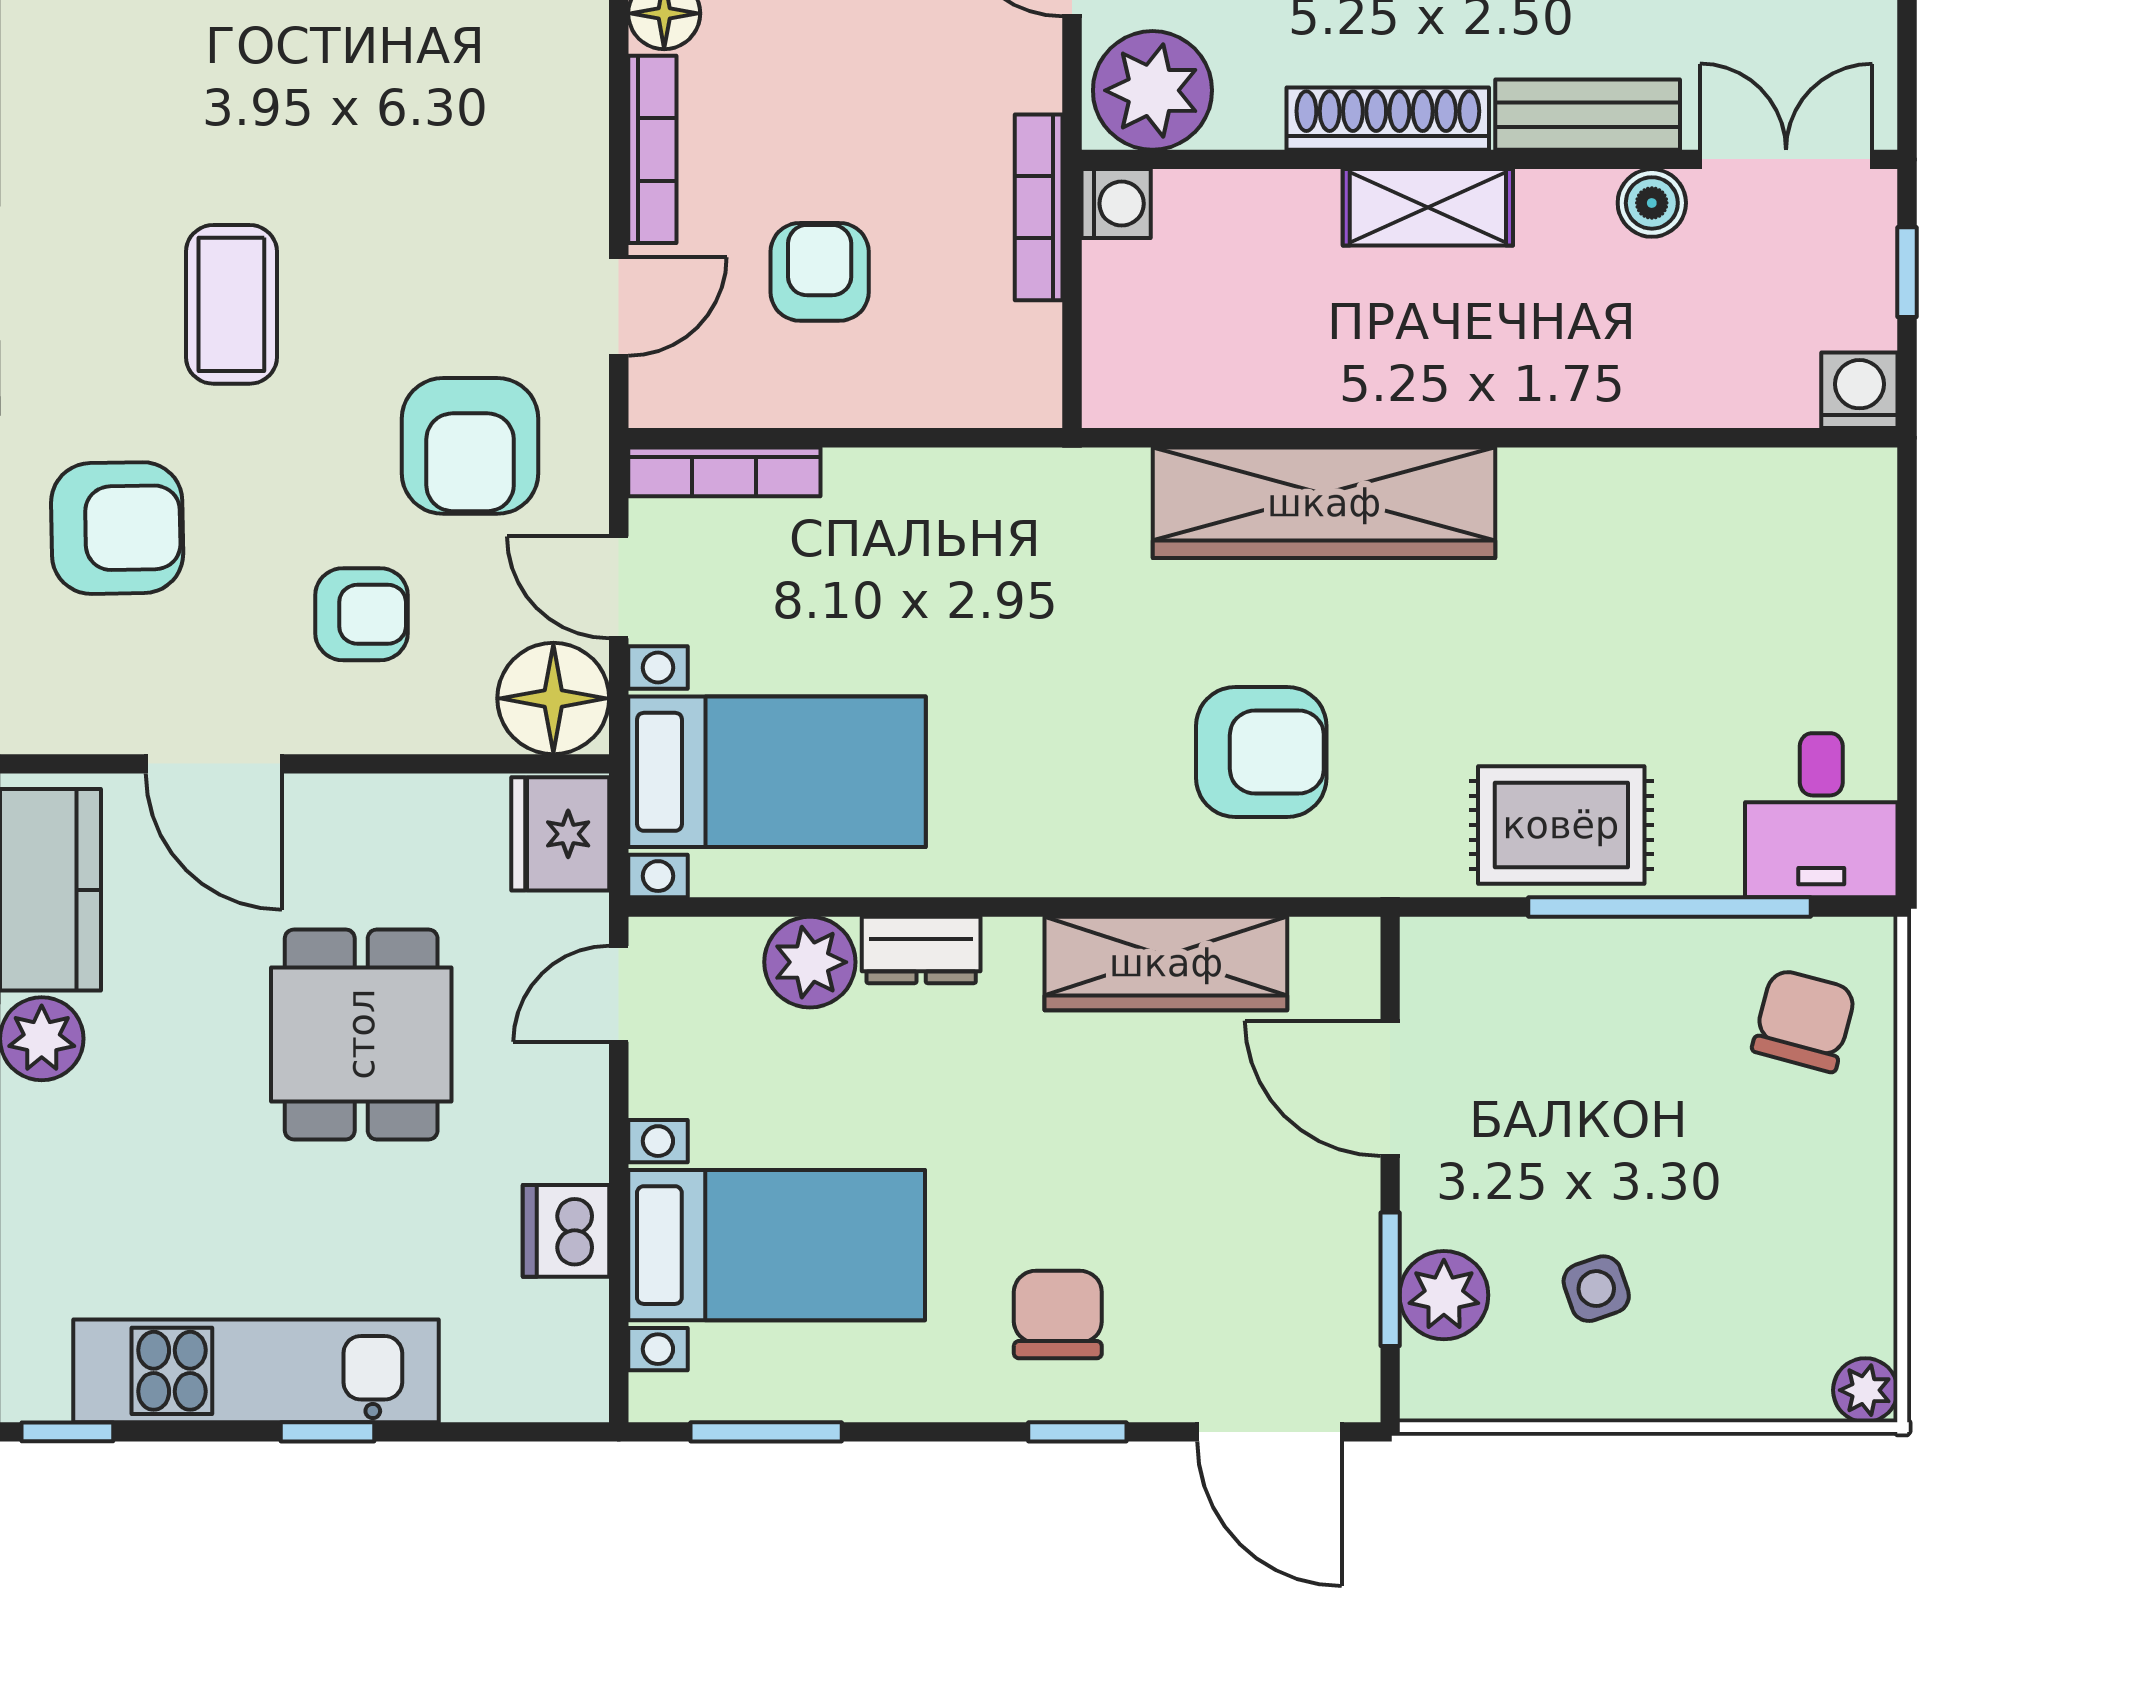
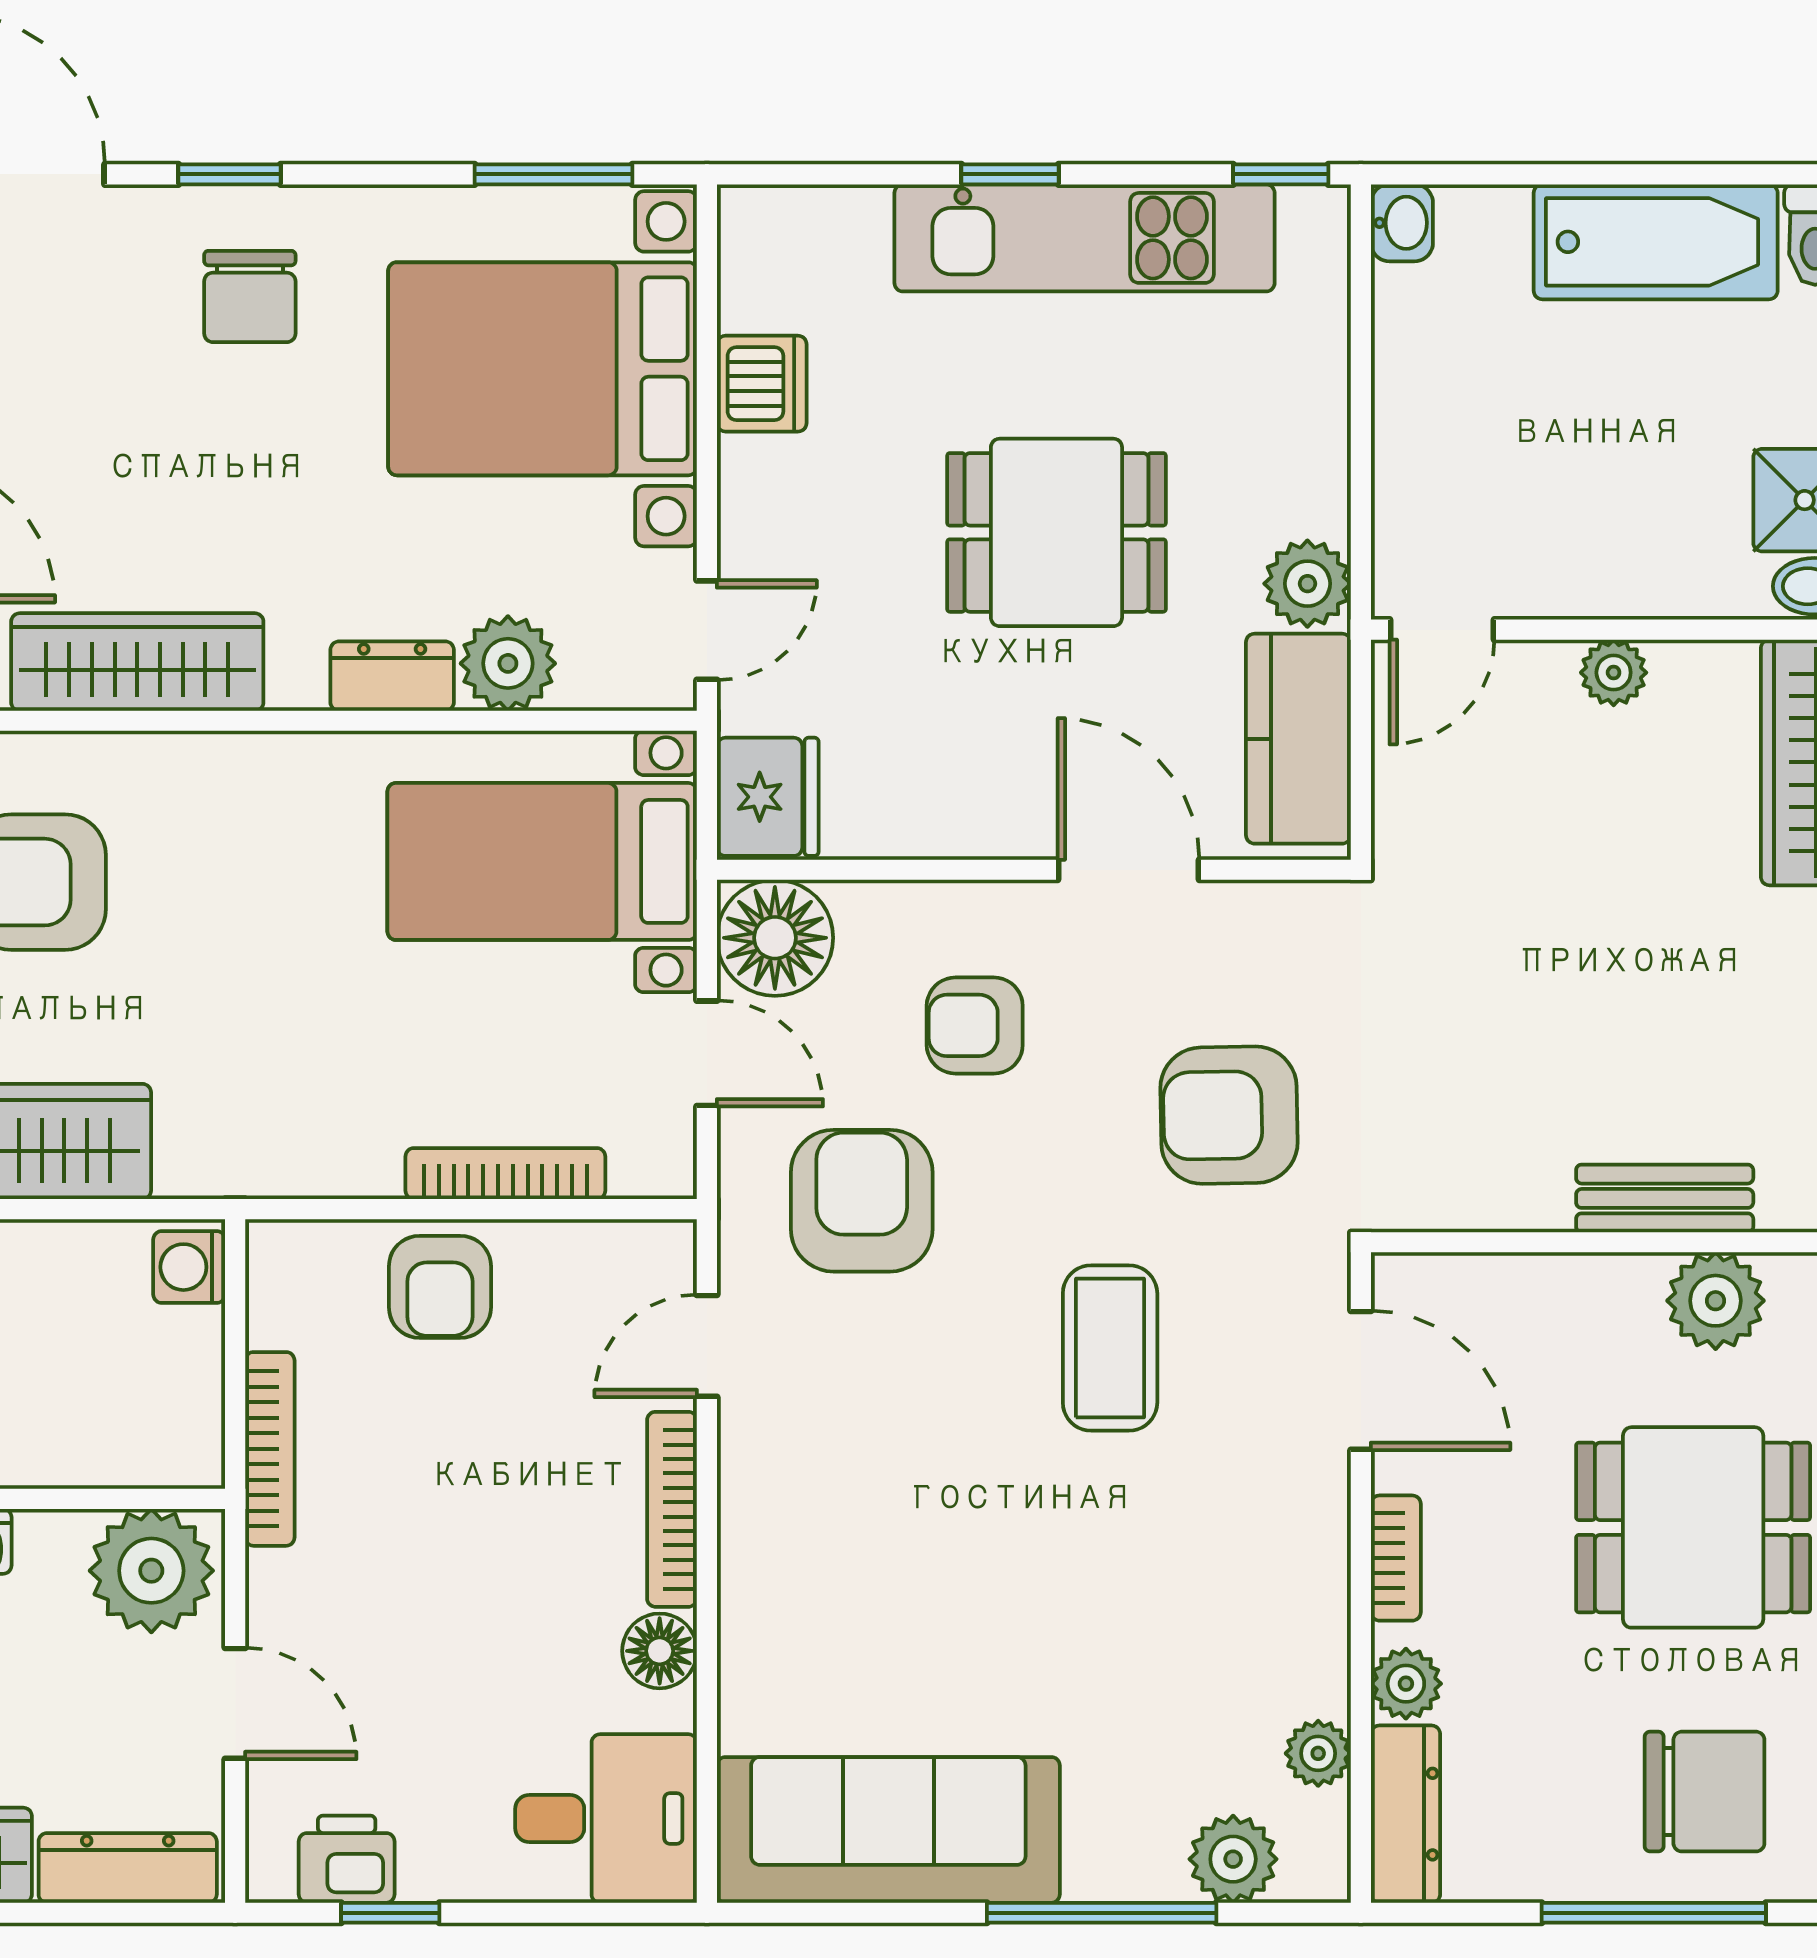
washing machine: (1116, 204) -> (189, 1267), moved
armchair: (820, 272) -> (440, 1287), moved
bookcase: (724, 472) -> (505, 1174), moved
dining table: (361, 1034) -> (1056, 532), moved, turned 90
bed with nightstands: (777, 1245) -> (543, 369), width x1.36

